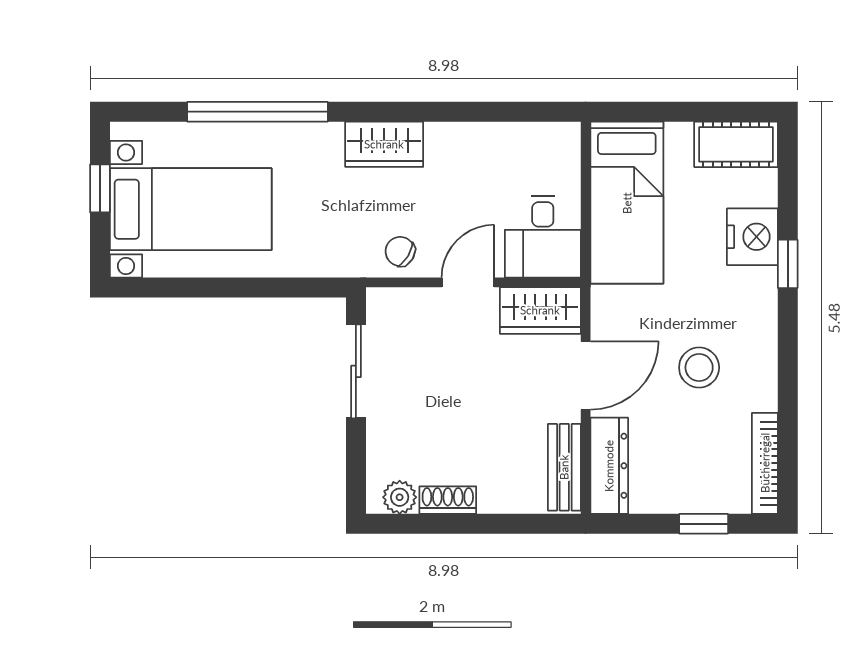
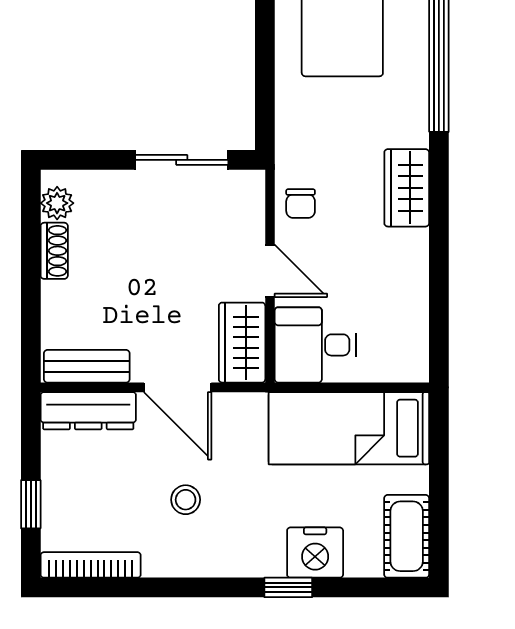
chair: (400, 251) -> (301, 204), turned 149
stool: (699, 368) -> (186, 500), width x0.73, depth x0.73

